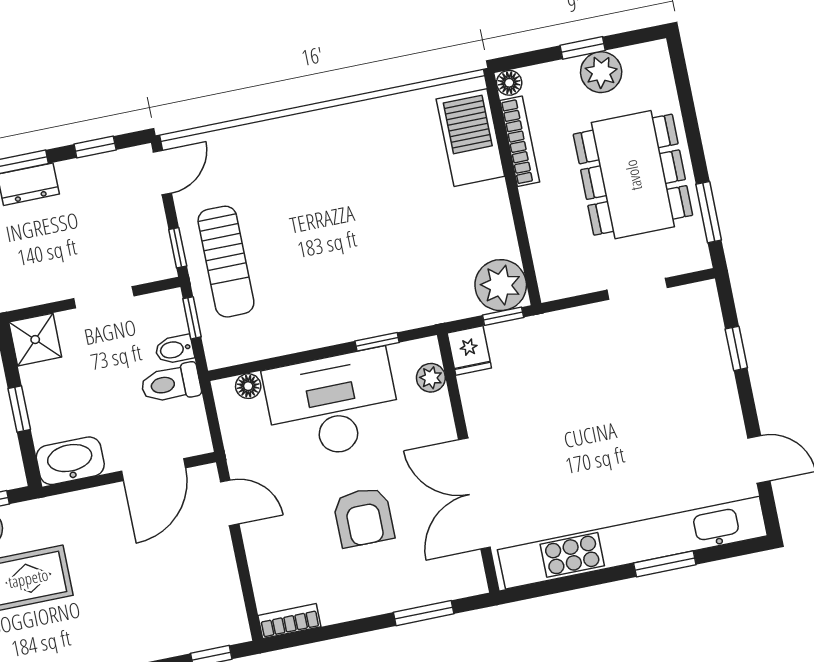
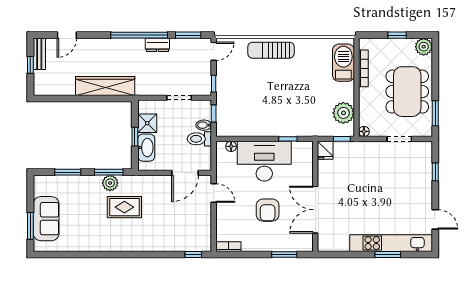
plant: (601, 72) -> (424, 47), moved
floor lamp: (509, 83) -> (364, 131), moved
window: (95, 147) -> (188, 35), width x1.50
sun lounger: (226, 262) -> (271, 50), moved, turned 90
plant: (501, 285) -> (343, 113), moved
shower: (35, 340) -> (147, 123), moved
plant: (431, 378) -> (307, 158), removed
washbasin: (70, 461) -> (146, 148), moved, turned 90
kitchen unit: (632, 543) -> (391, 243), width x0.73

